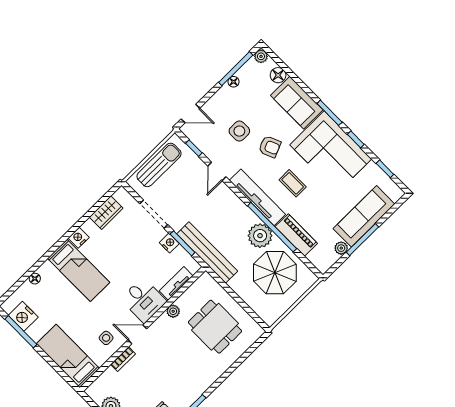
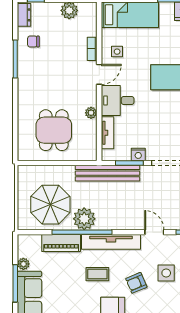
dining table: (215, 327) -> (54, 130), turned 90

